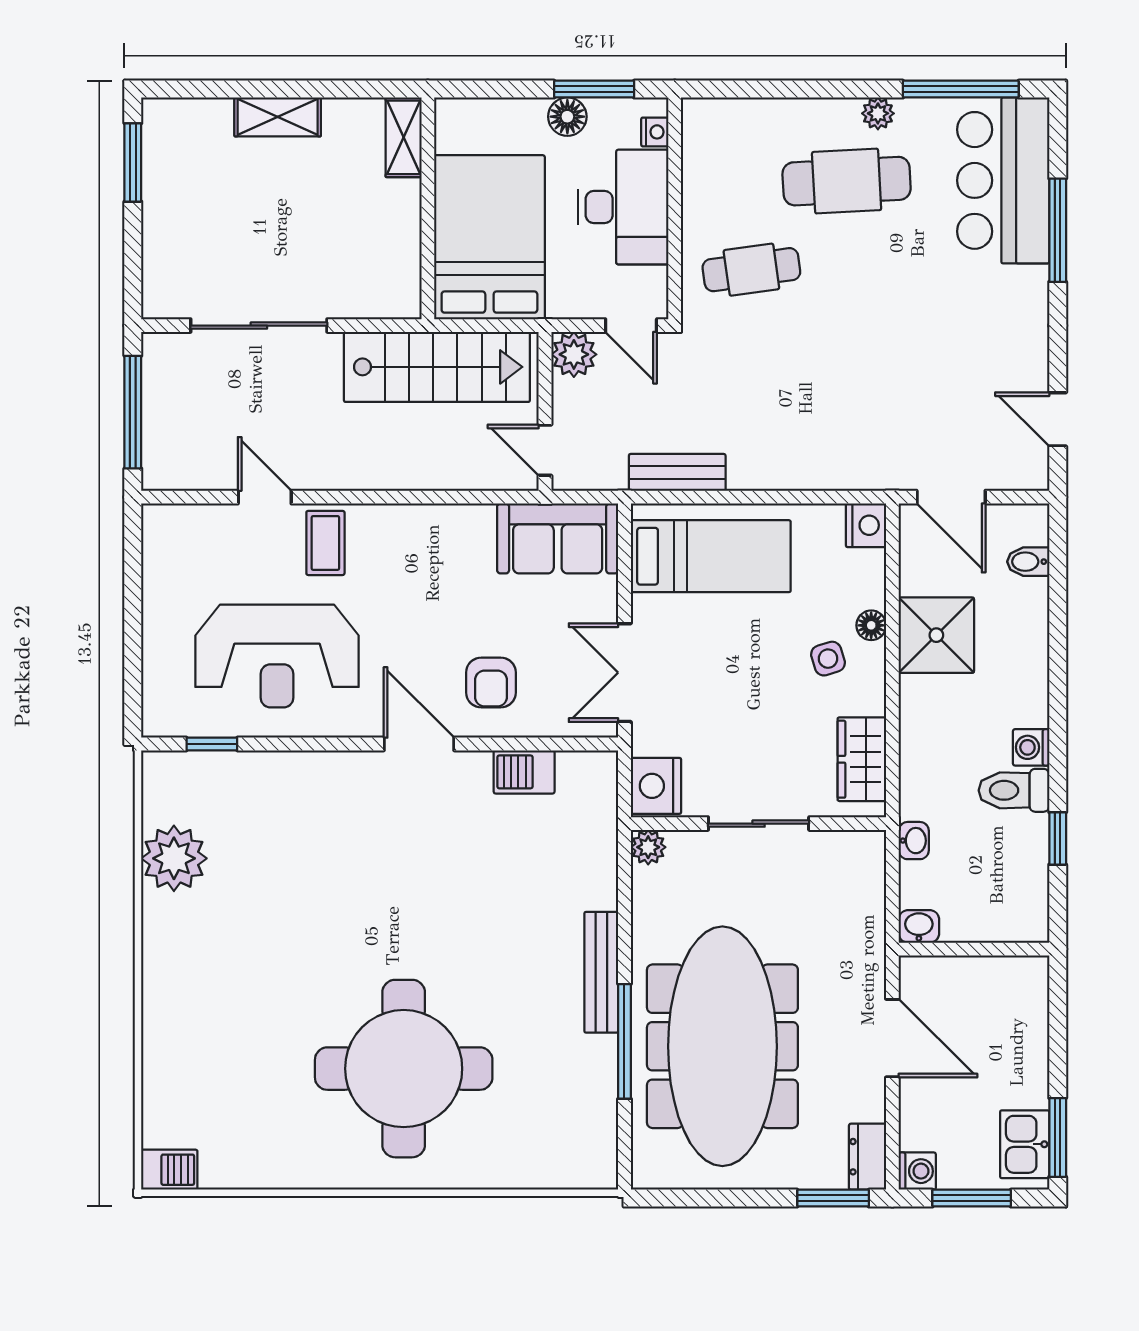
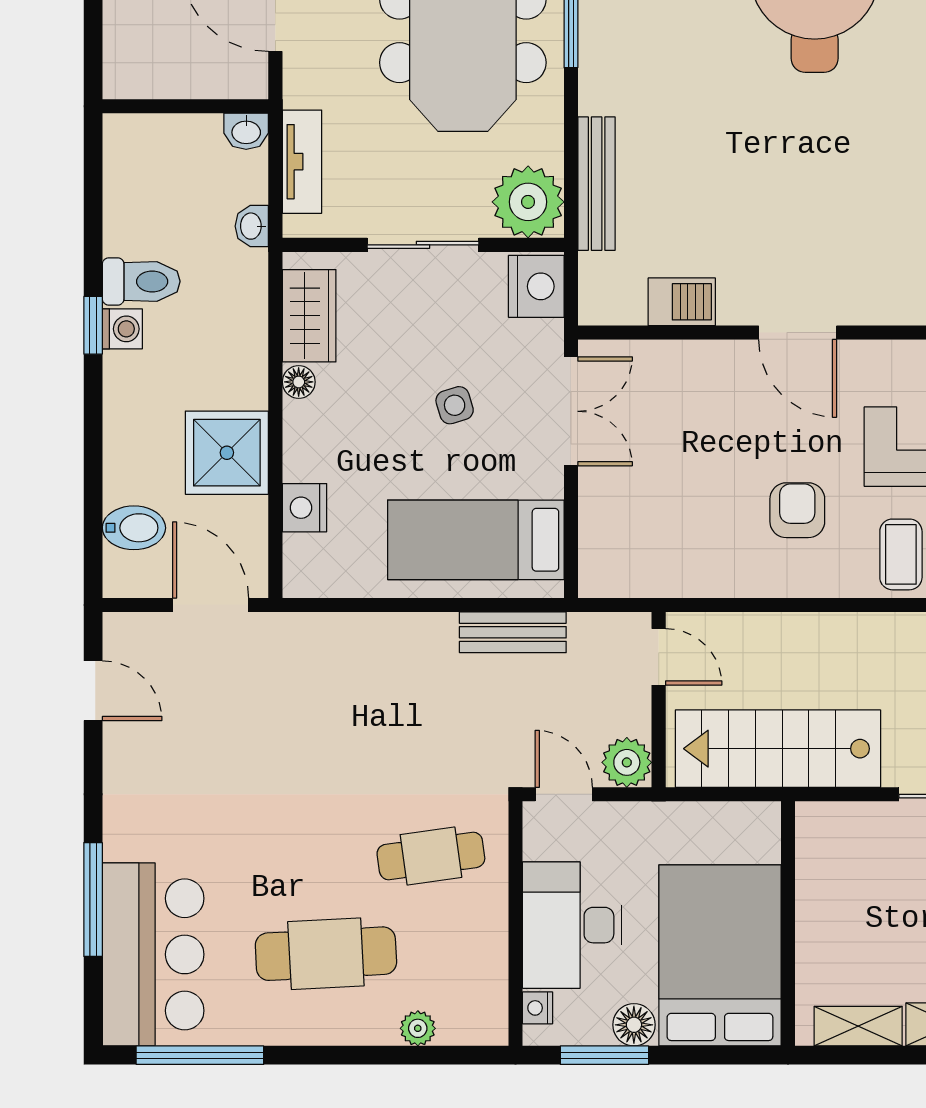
plant: (878, 113) -> (418, 1028), moved
shelving: (404, 137) -> (858, 1026), moved, turned 90
bed: (489, 237) -> (720, 955), moved, turned 180
nightstand: (866, 525) -> (305, 508), moved
sofa: (558, 538) -> (645, 559), removed
bidet: (1028, 562) -> (134, 528), width x1.38, depth x1.36
floor lamp: (871, 625) -> (299, 382), moved
side table: (828, 659) -> (455, 405), moved
armchair: (491, 682) -> (797, 510), moved
window: (1058, 838) -> (93, 325), moved
plant: (648, 847) -> (528, 202), width x1.88, depth x1.88
tv unit: (868, 899) -> (302, 162), added
bench: (601, 972) -> (597, 184), moved

